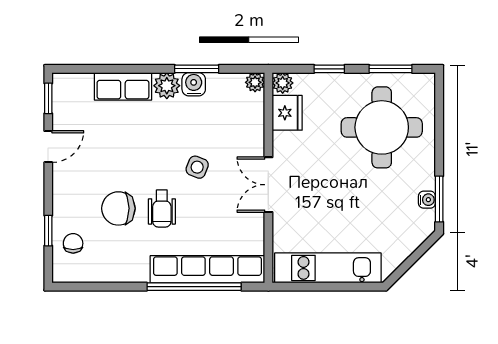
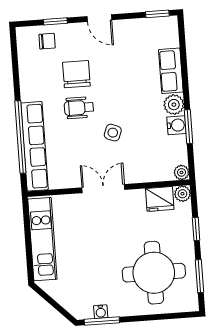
door: (48, 147) -> (99, 18), moved

